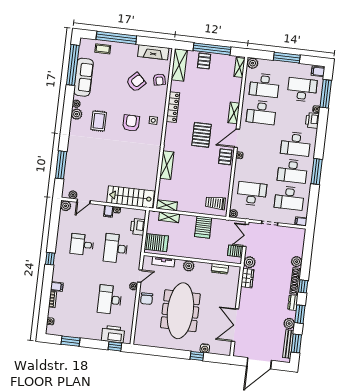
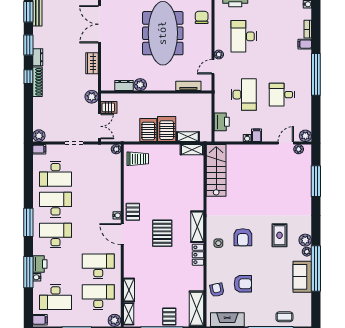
window: (73, 65) -> (316, 268), moved
sofa: (84, 77) -> (302, 277), width x0.73
armchair: (136, 82) -> (243, 284), turned -135
window: (326, 94) -> (28, 272), moved
locker: (173, 107) -> (198, 255), width x0.66
shelving: (234, 113) -> (129, 290), moved
door: (237, 138) -> (122, 234), swing flipped
shelving: (167, 165) -> (197, 227), moved
window: (317, 171) -> (28, 222), moved
desk: (252, 194) -> (98, 174), removed
stairs: (131, 197) -> (216, 170), moved, turned -90
desk: (289, 198) -> (56, 174), turned 180
server rack: (156, 243) -> (167, 129), moved, turned 90
desk: (82, 244) -> (282, 95), turned 180
window: (50, 259) -> (316, 74), width x3.17
plant: (297, 262) -> (39, 136), moved
plant: (189, 266) -> (140, 85), moved
wardrobe: (247, 278) -> (92, 63), moved
chair: (147, 299) -> (202, 17), moved
desk: (110, 300) -> (244, 36), turned 180
plant: (289, 323) -> (39, 33), removed
double door: (235, 325) -> (100, 24), swing flipped

